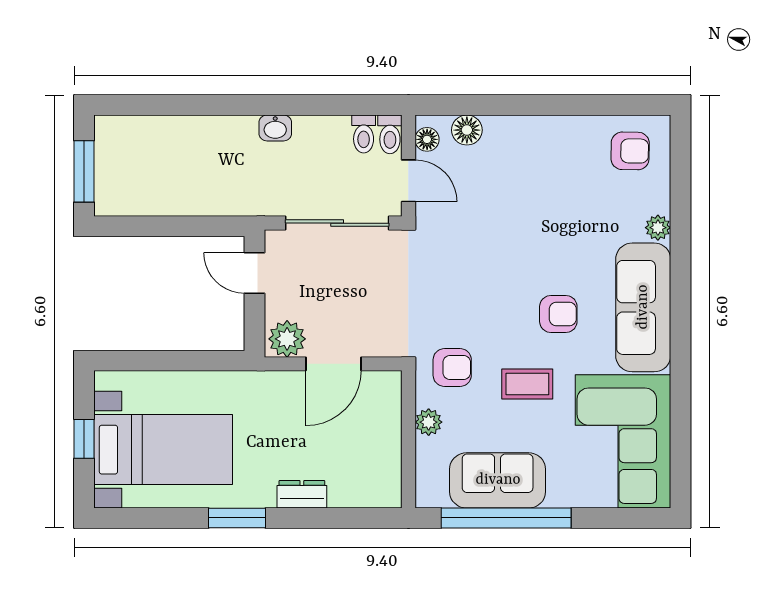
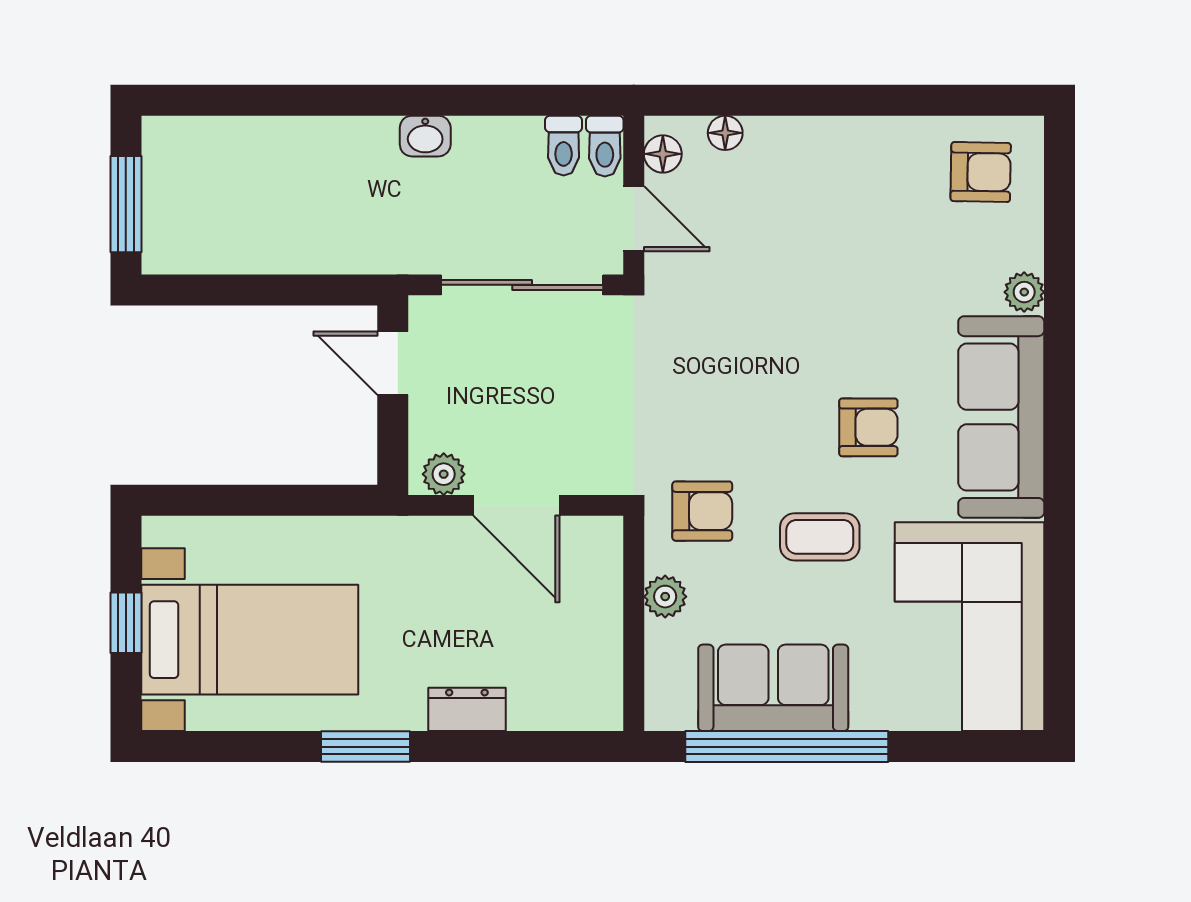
floor lamp: (467, 130) -> (725, 133), width x0.73, depth x0.73
plant: (287, 339) -> (444, 474), width x0.73, depth x0.73
door: (334, 364) -> (517, 505), hinge flipped

